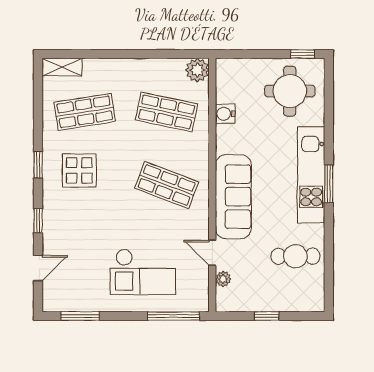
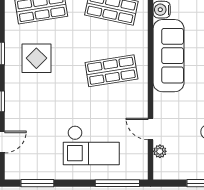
shop shelf: (167, 185) -> (111, 71), turned -30
sofa: (233, 197) -> (169, 56), moved

